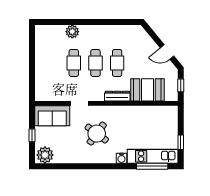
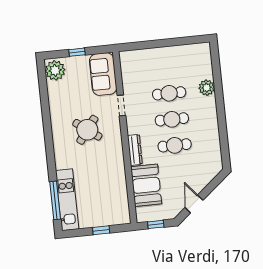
window: (181, 142) -> (101, 230), moved
water cooler: (121, 158) -> (61, 163), removed

